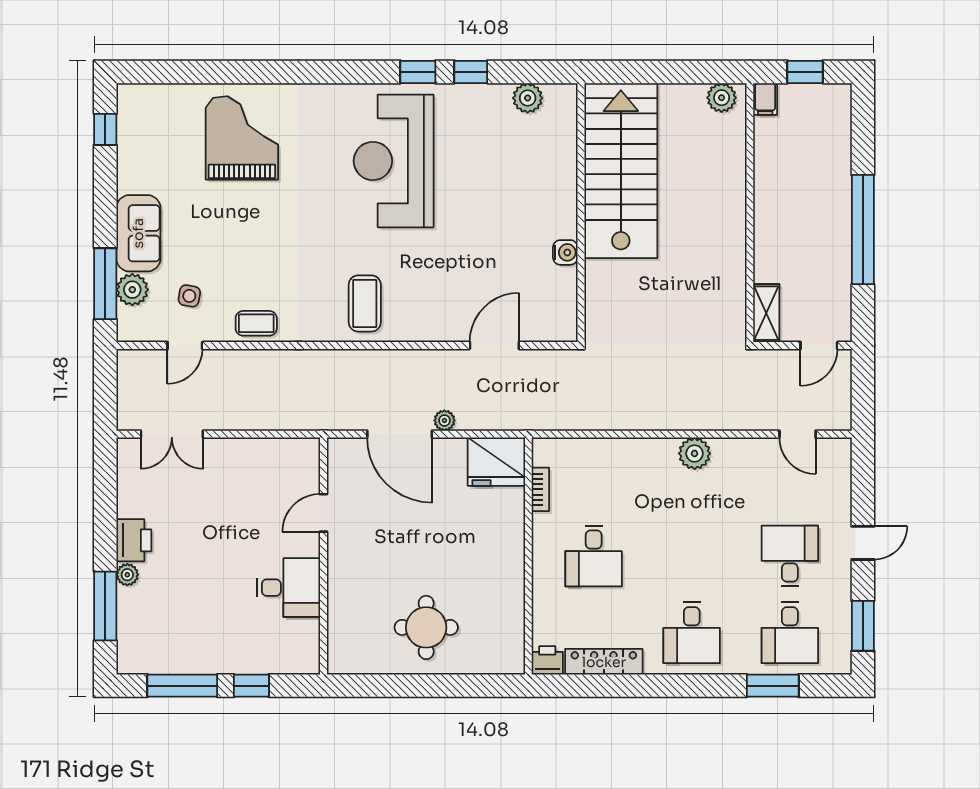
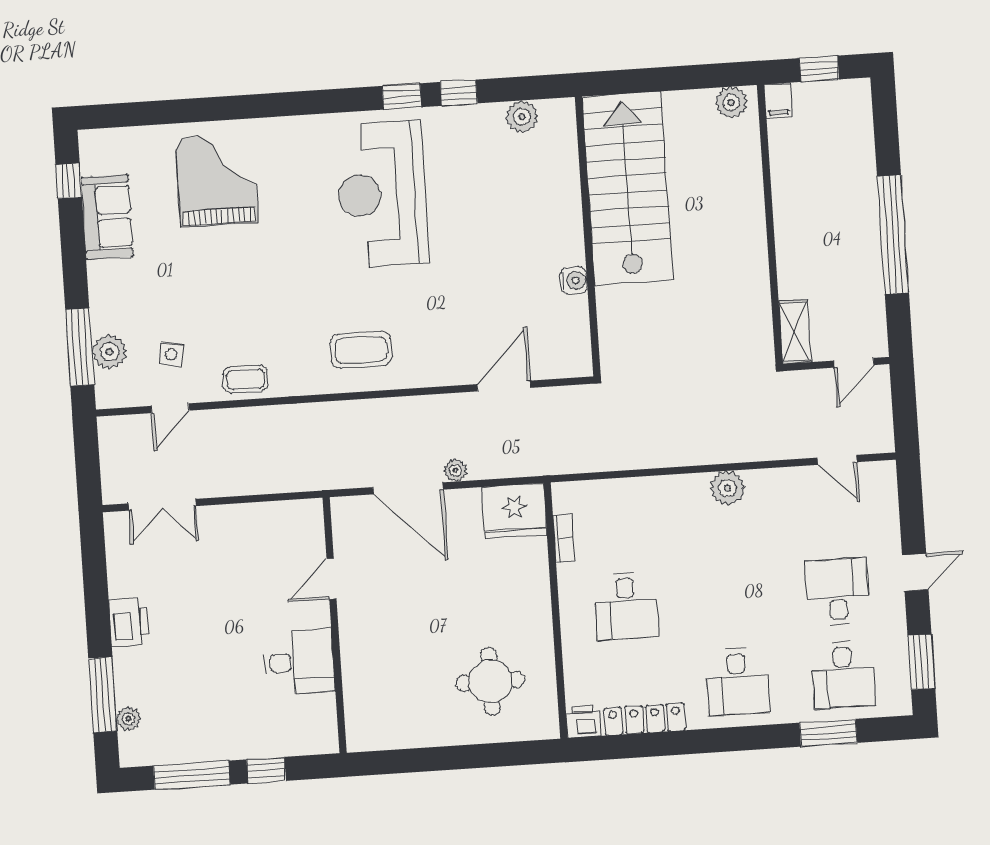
sofa: (138, 233) -> (107, 217), moved
coffee table: (365, 303) -> (361, 350), turned 90
plant: (127, 575) -> (128, 719), moved
round table: (426, 627) -> (490, 681), moved

